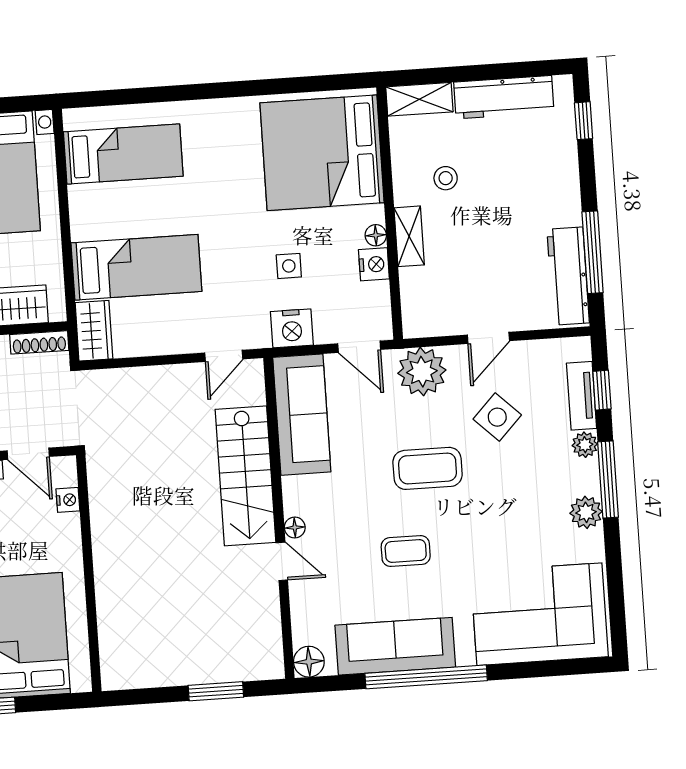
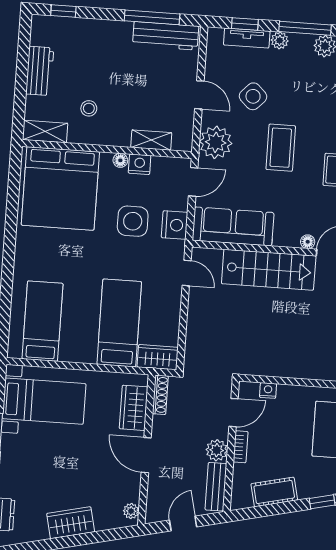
workbench: (504, 97) -> (40, 71), width x0.73
shelving: (419, 99) -> (45, 131), moved, turned 90
shelving: (409, 236) -> (151, 140), moved
side table: (289, 266) -> (133, 221), width x1.87, depth x1.87

